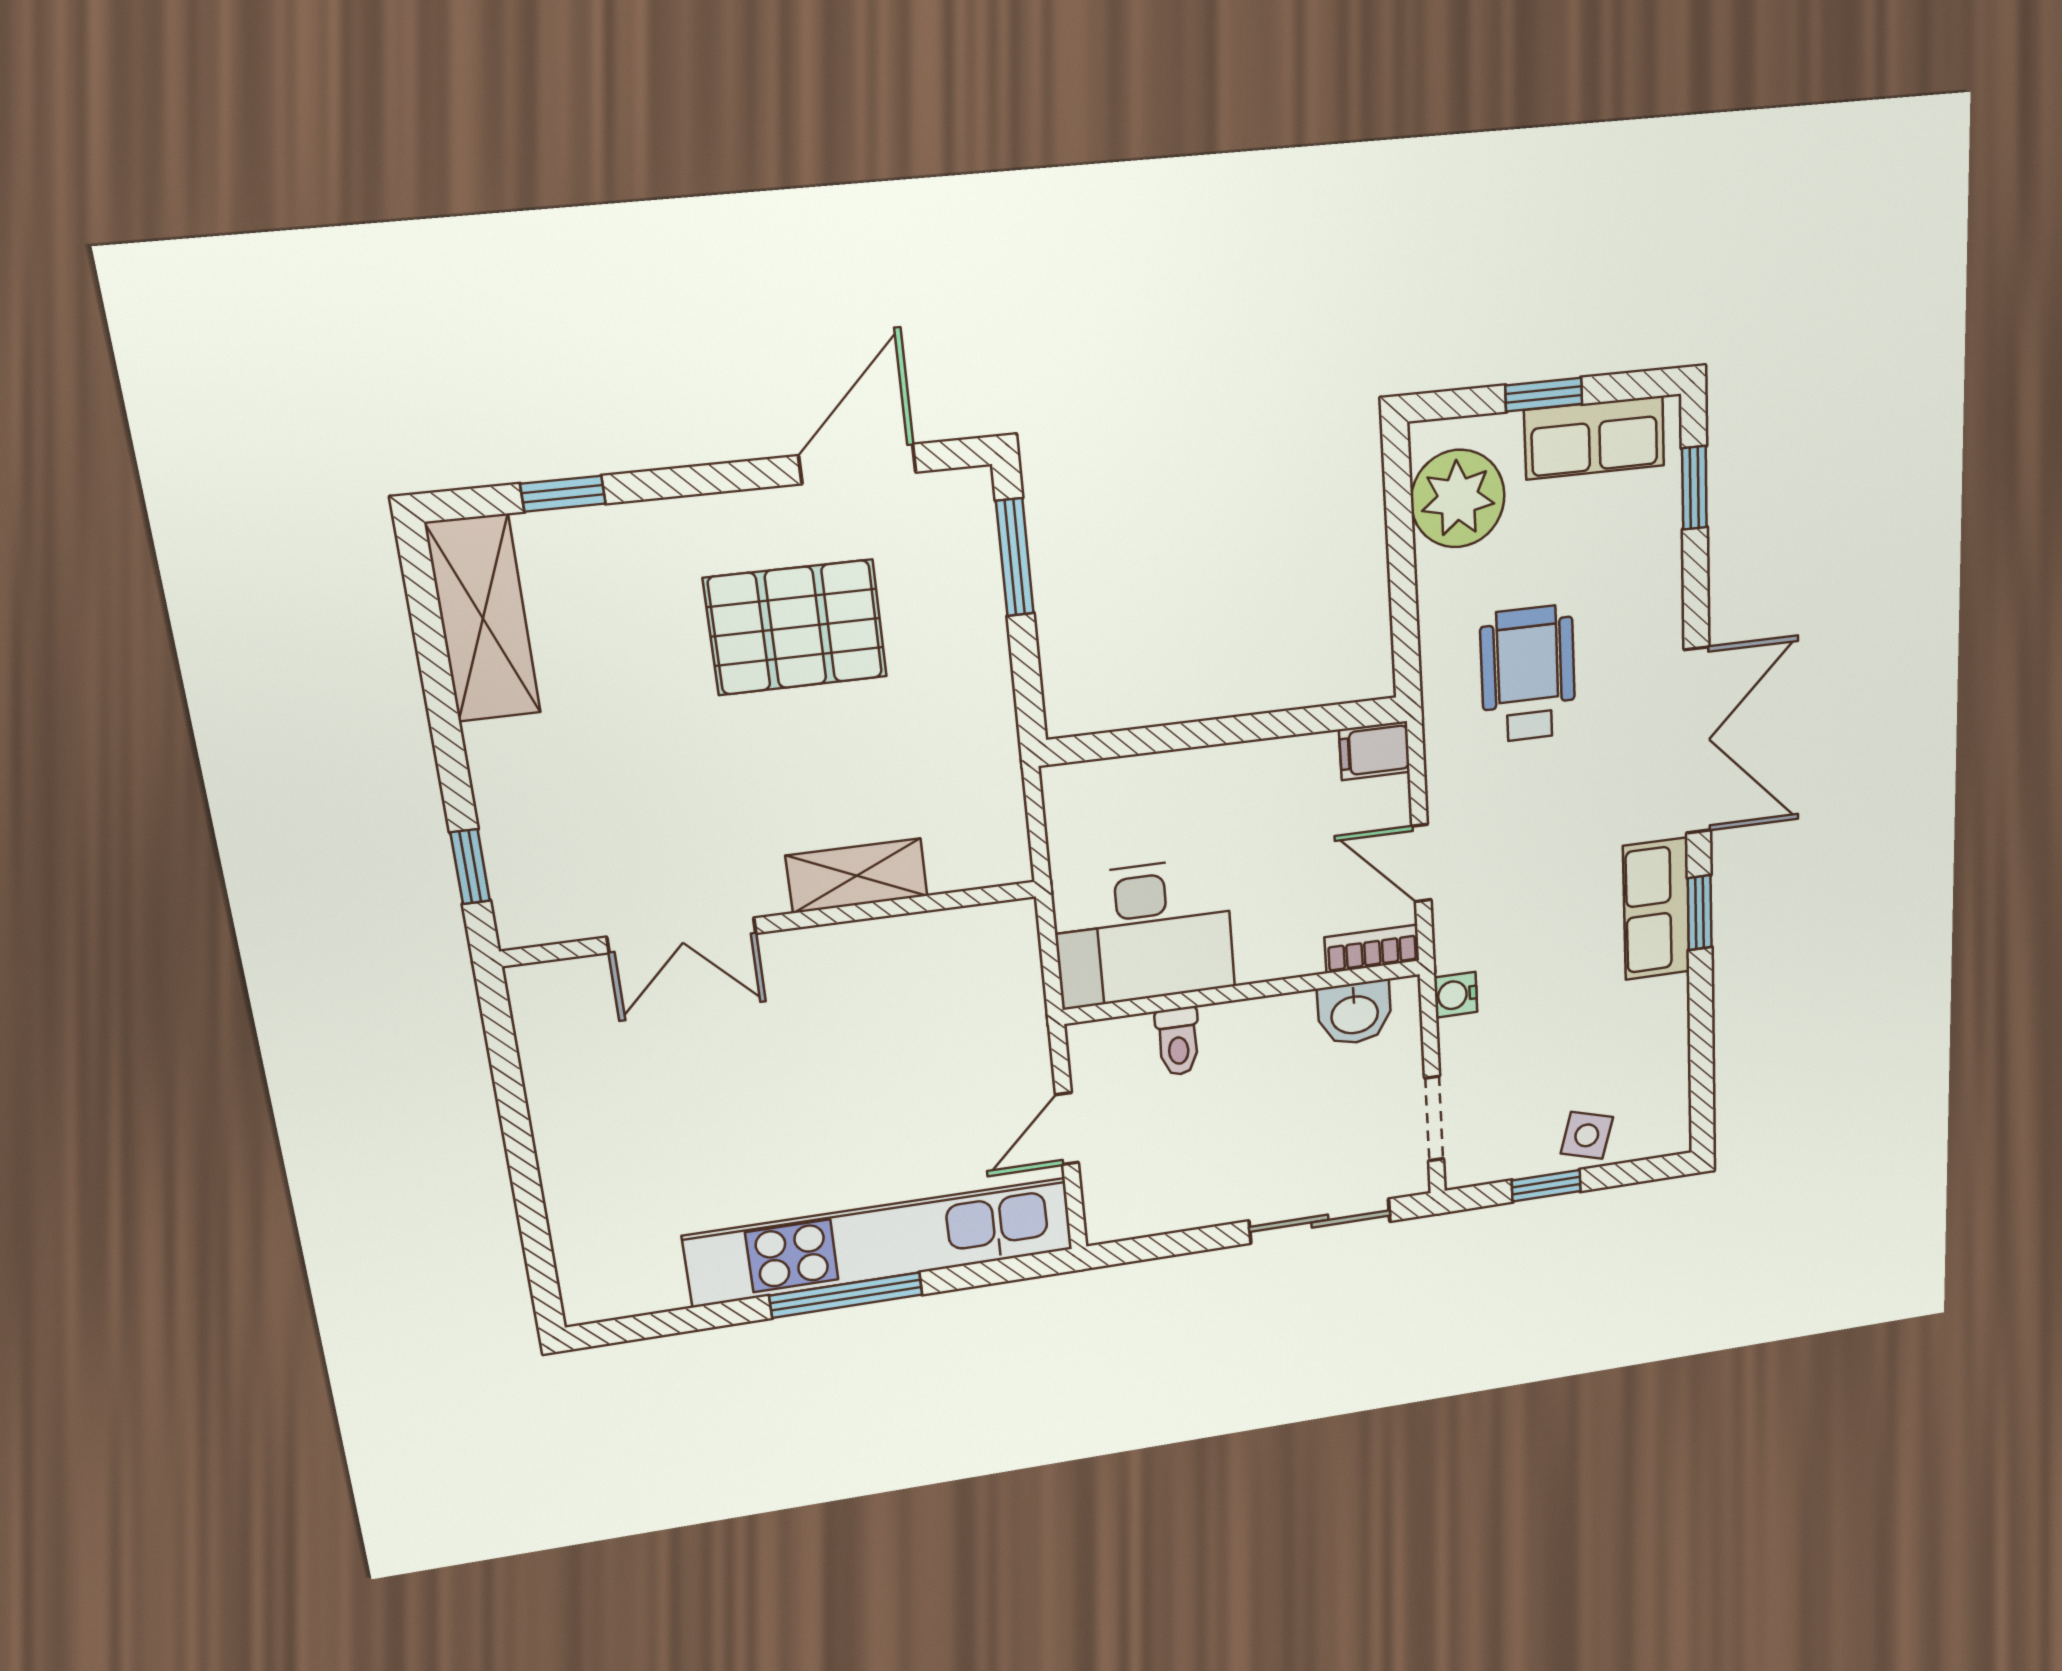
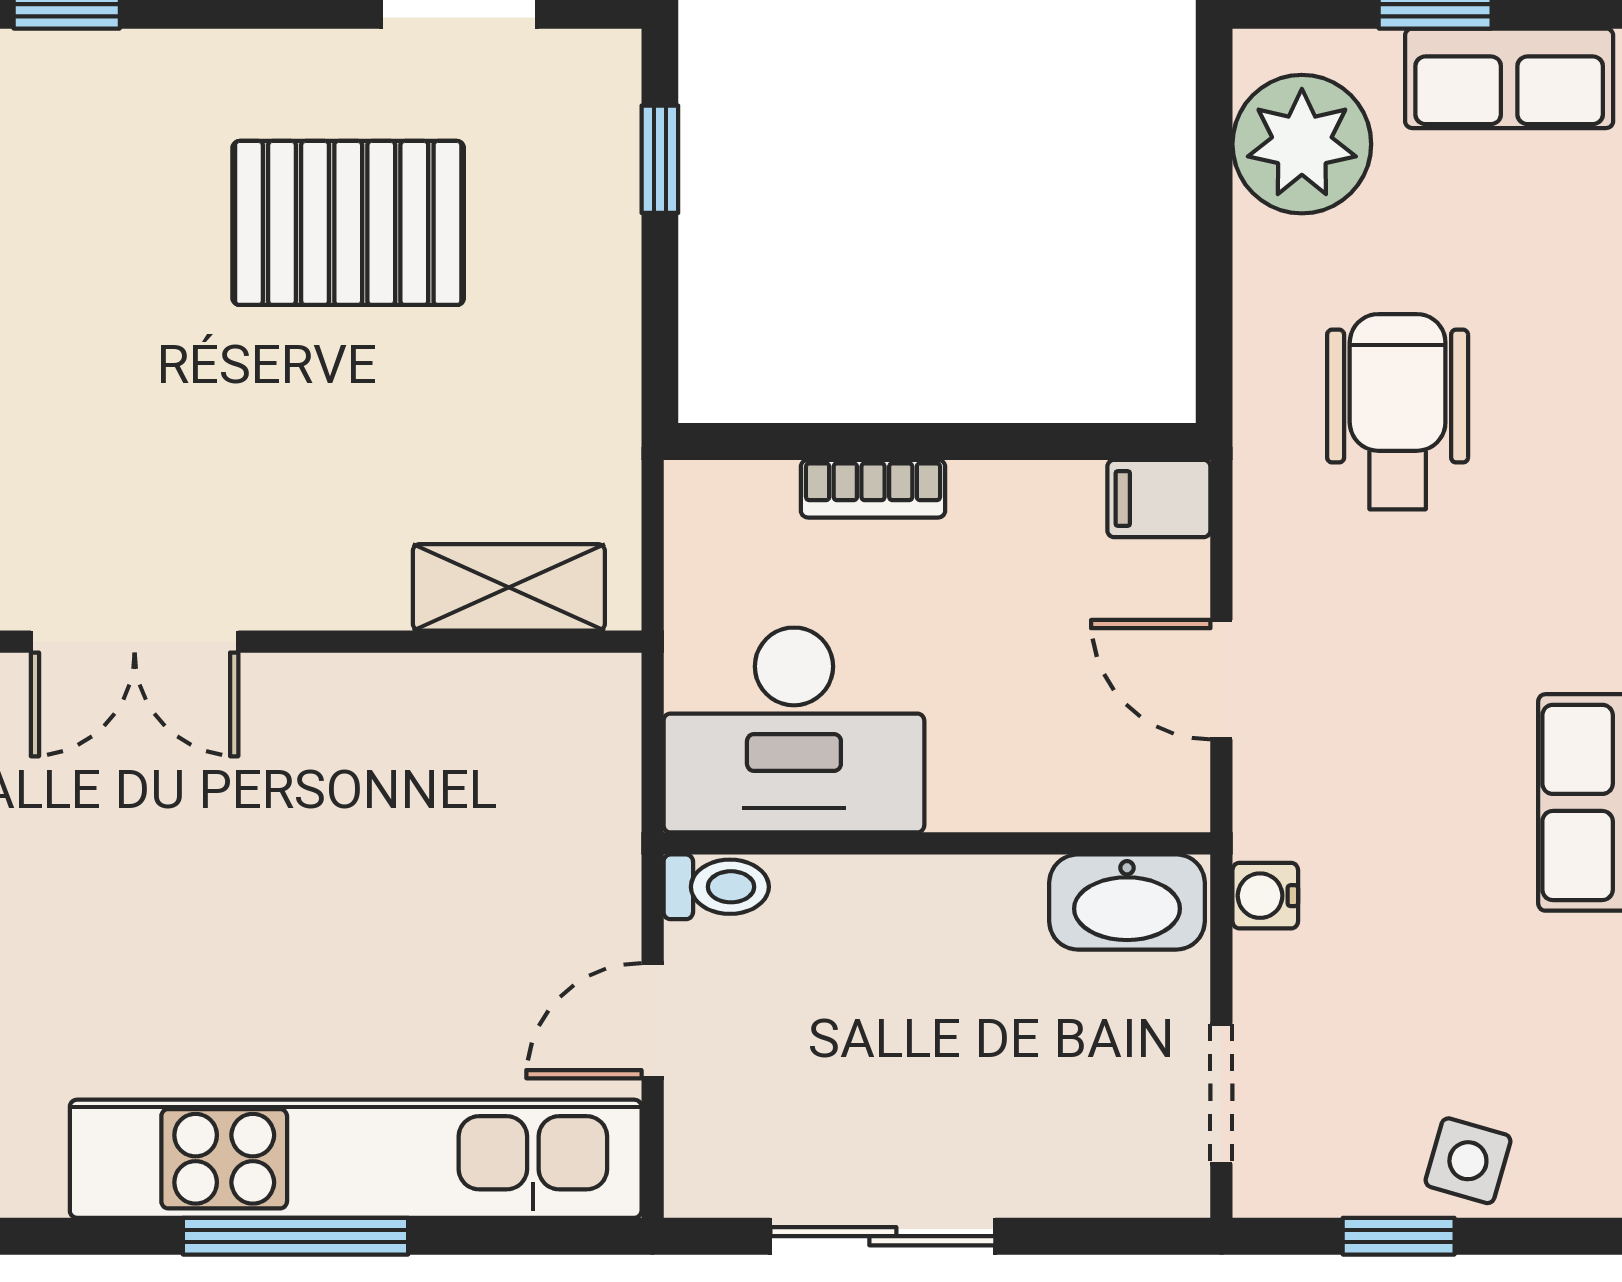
window: (1015, 557) -> (660, 159), width x0.67
shelving: (857, 876) -> (509, 587), moved
bookcase: (1372, 949) -> (873, 489), moved, turned 180
washbasin: (1355, 1013) -> (1127, 902), width x1.38
toilet: (1178, 1041) -> (716, 887), moved, turned -90
sliding door: (1320, 1221) -> (883, 1236), moved

